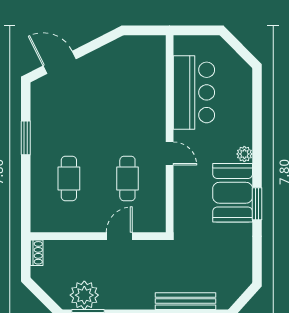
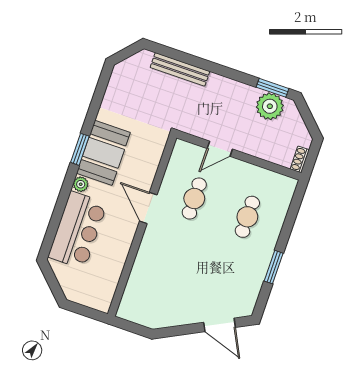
bar counter: (194, 92) -> (78, 230), moved, turned 180
door: (170, 154) -> (148, 208), width x1.37
window: (257, 204) -> (80, 149), moved

